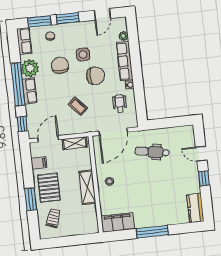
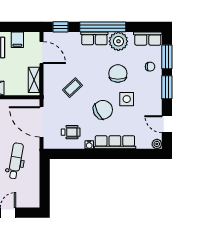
plant: (123, 36) -> (157, 144), moved
chair: (60, 65) -> (118, 73), turned -90
chair: (95, 76) -> (103, 110), turned -117

